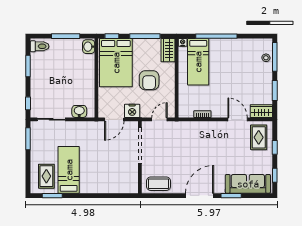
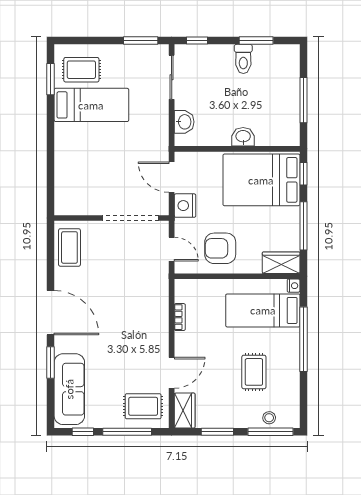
toilet: (40, 46) -> (243, 59), moved
washbasin: (89, 47) -> (243, 137), moved
rug: (237, 67) -> (254, 372), added
armchair: (149, 80) -> (220, 248), moved
window: (275, 147) -> (127, 432), width x2.17

